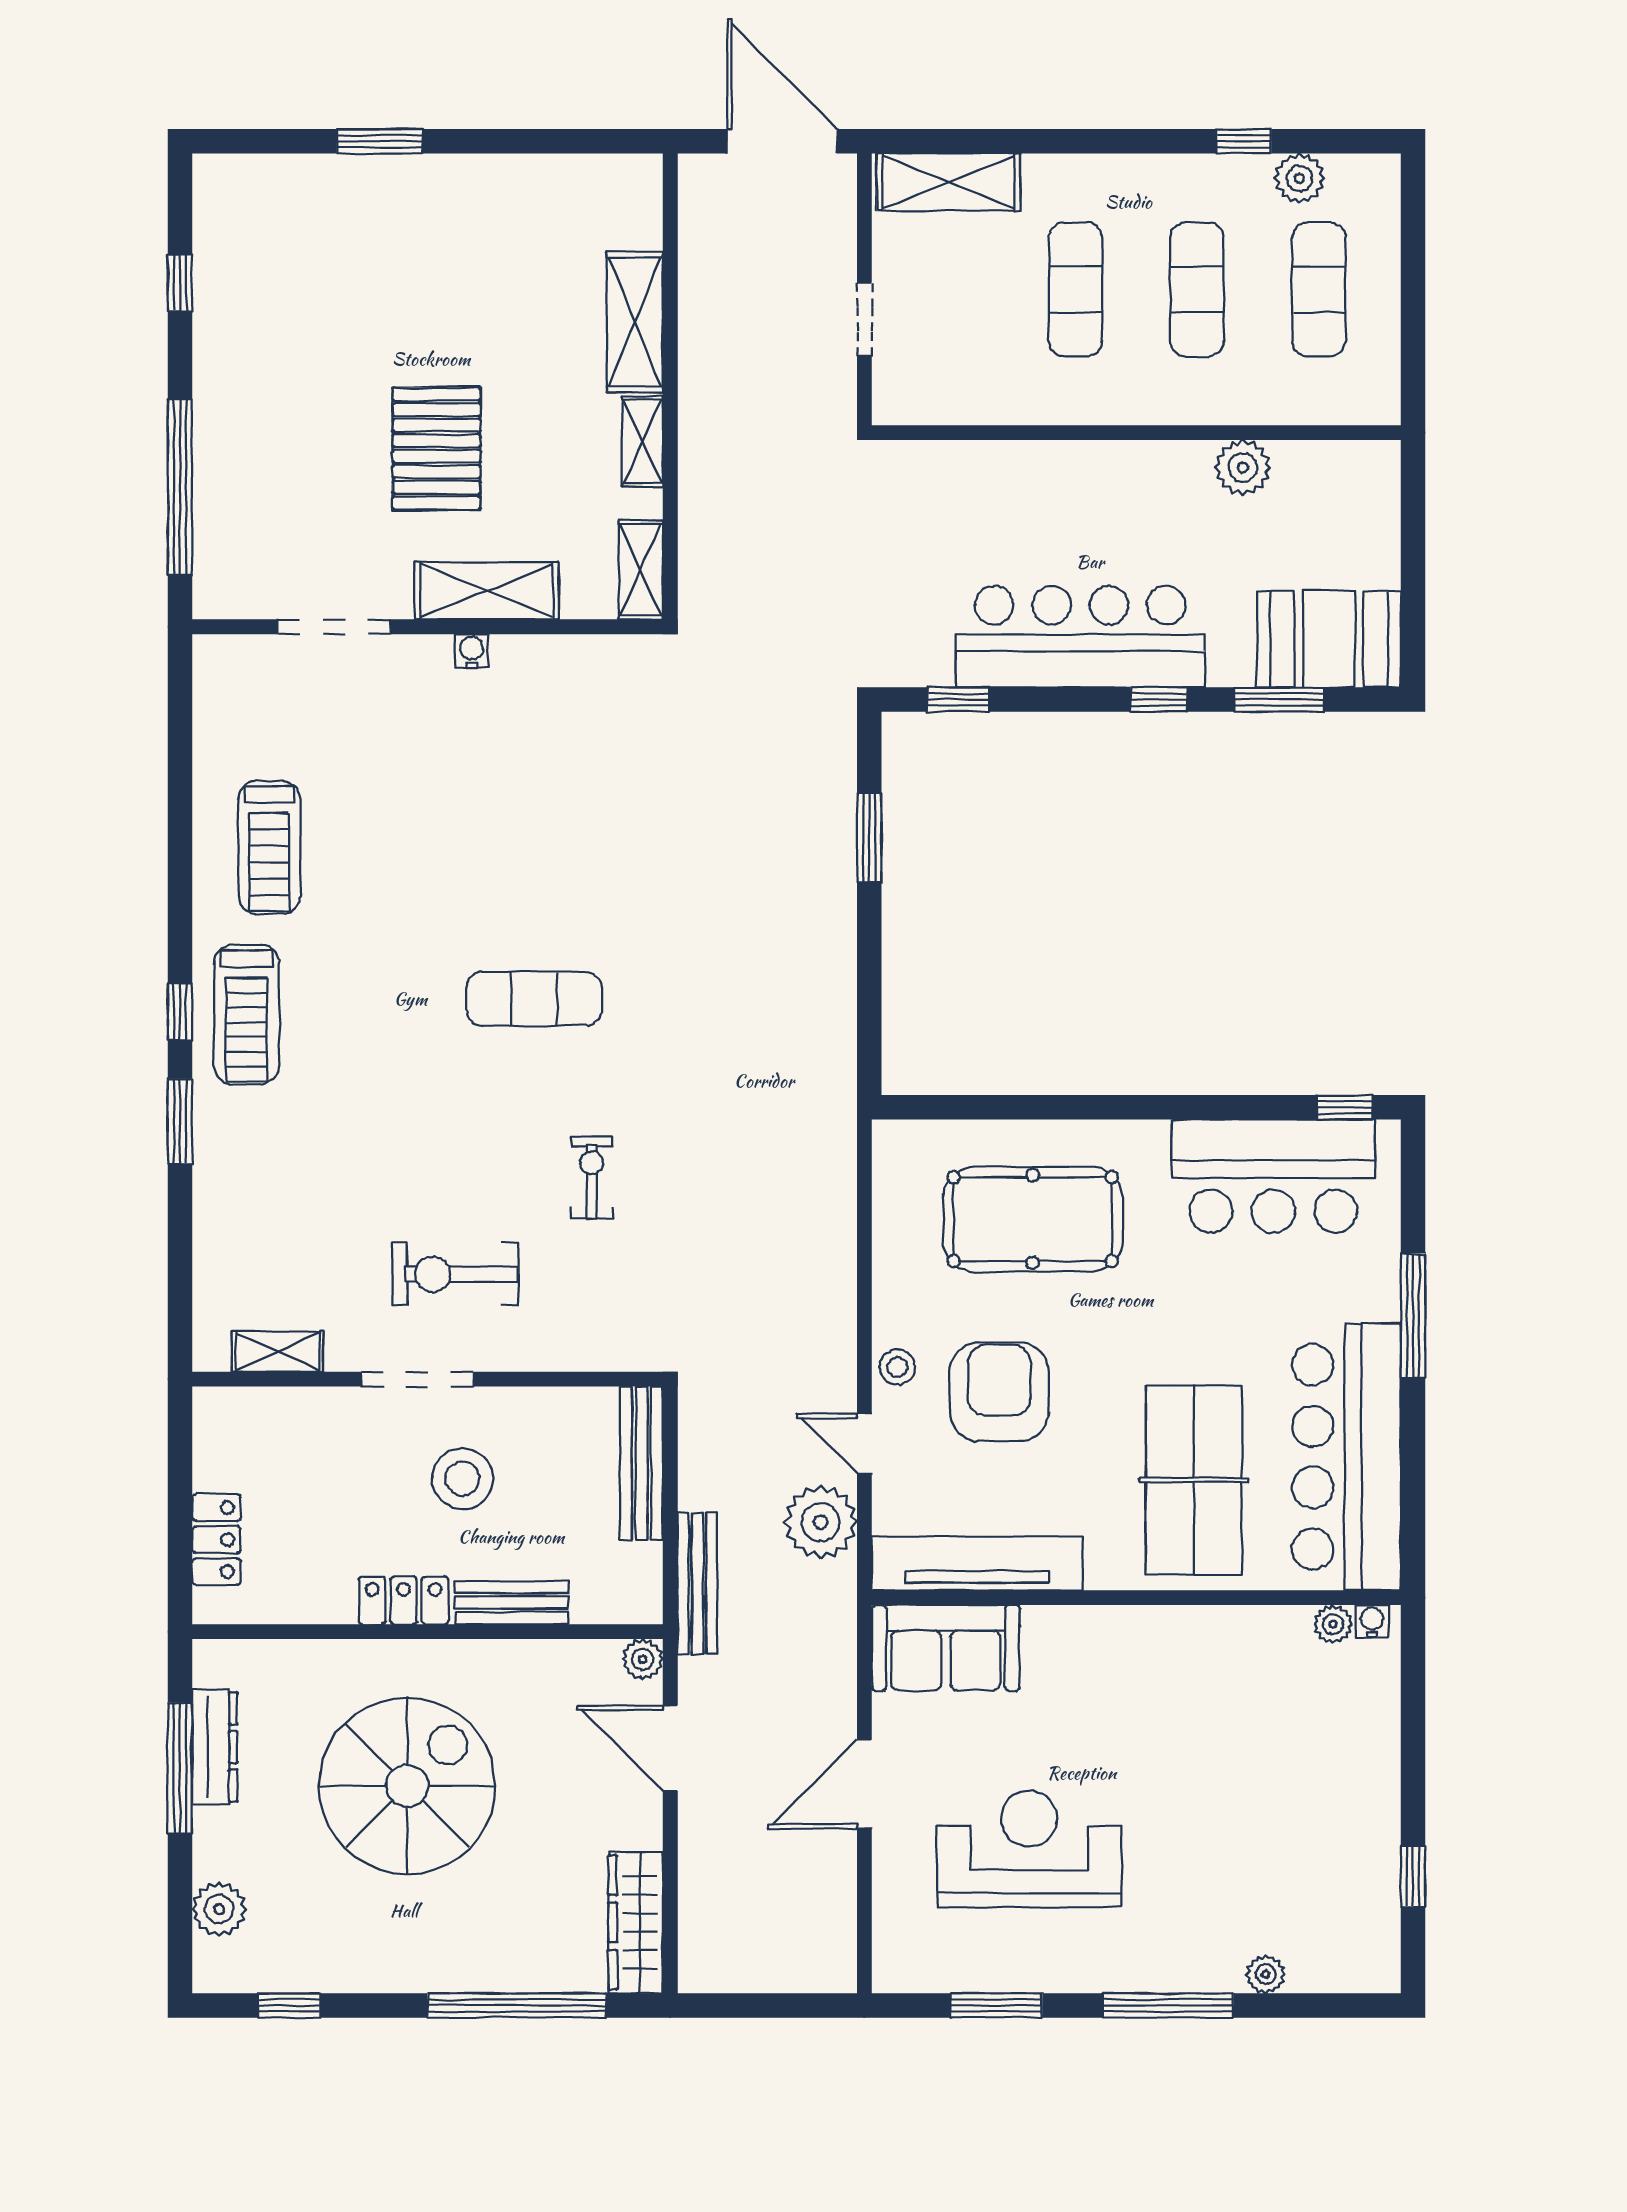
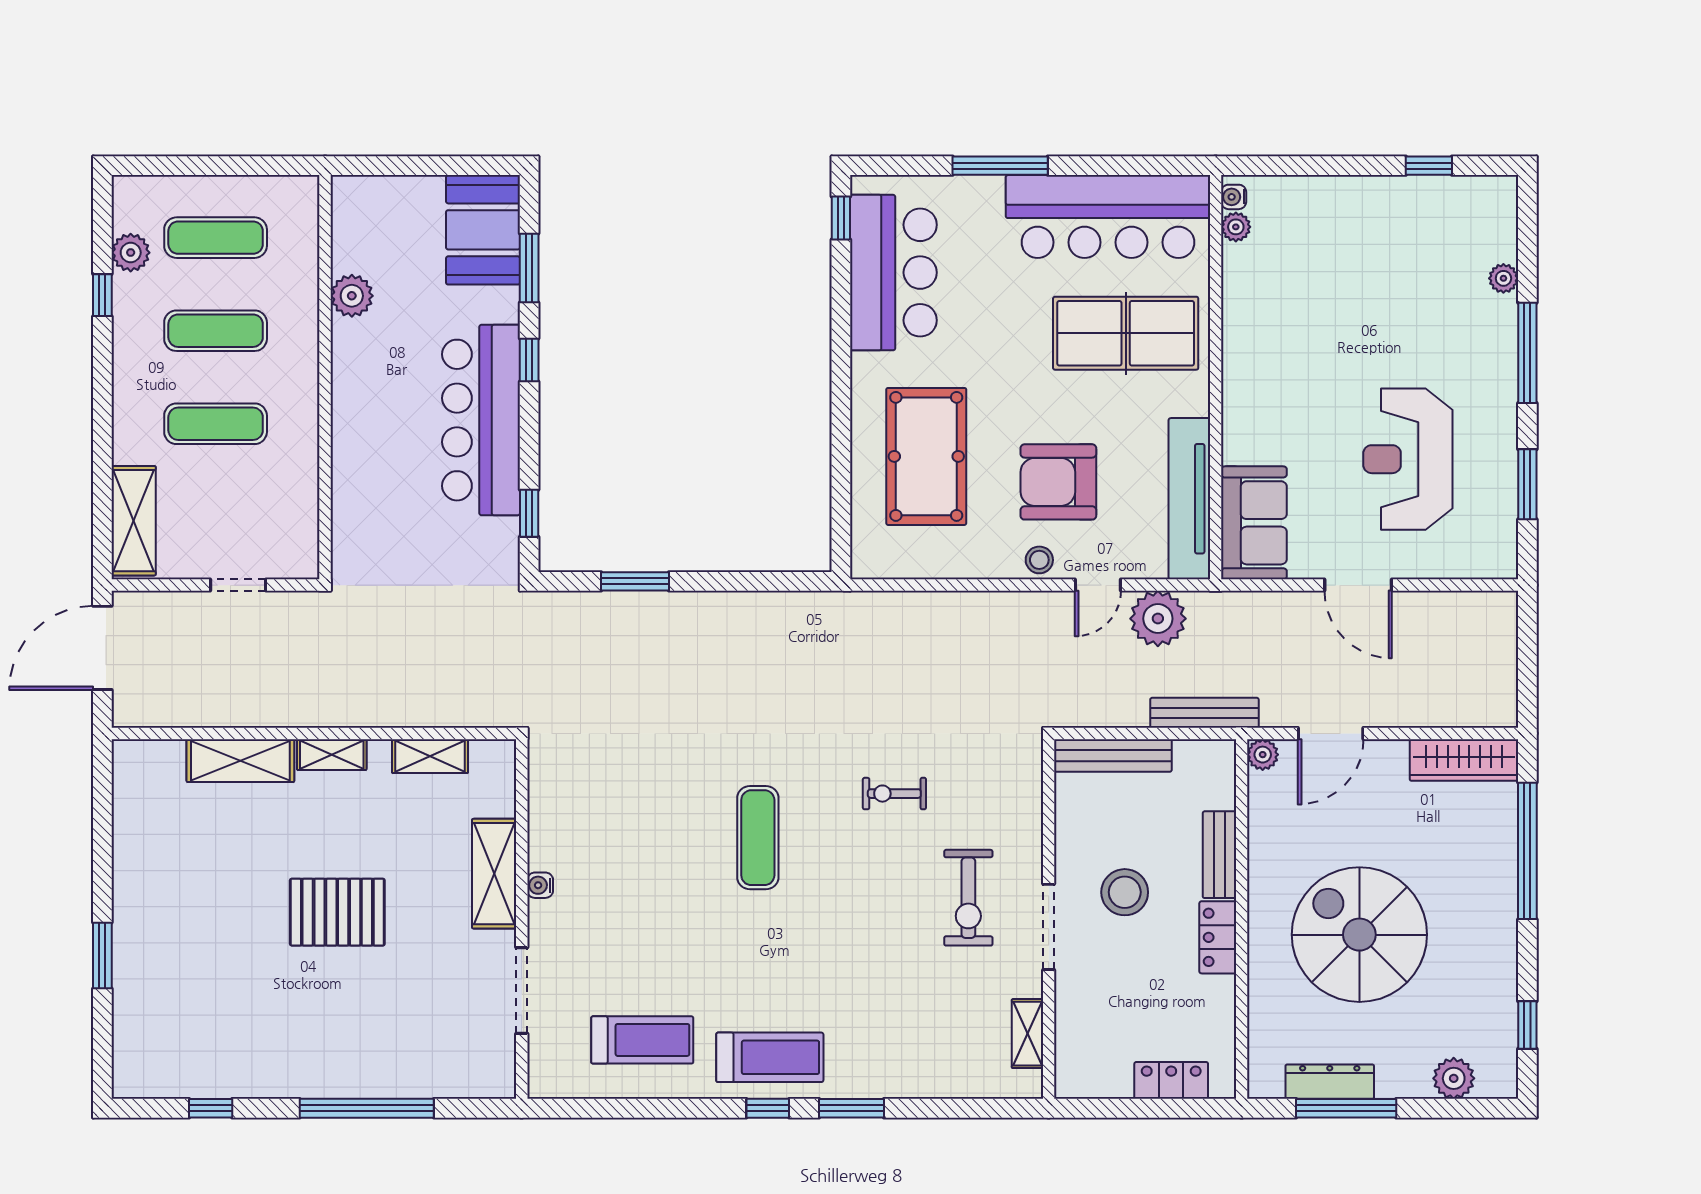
shelving: (487, 591) -> (494, 874), moved
doorway: (334, 627) -> (522, 991), moved
wall: (428, 627) -> (522, 919), moved
water cooler: (472, 651) -> (540, 885), moved

